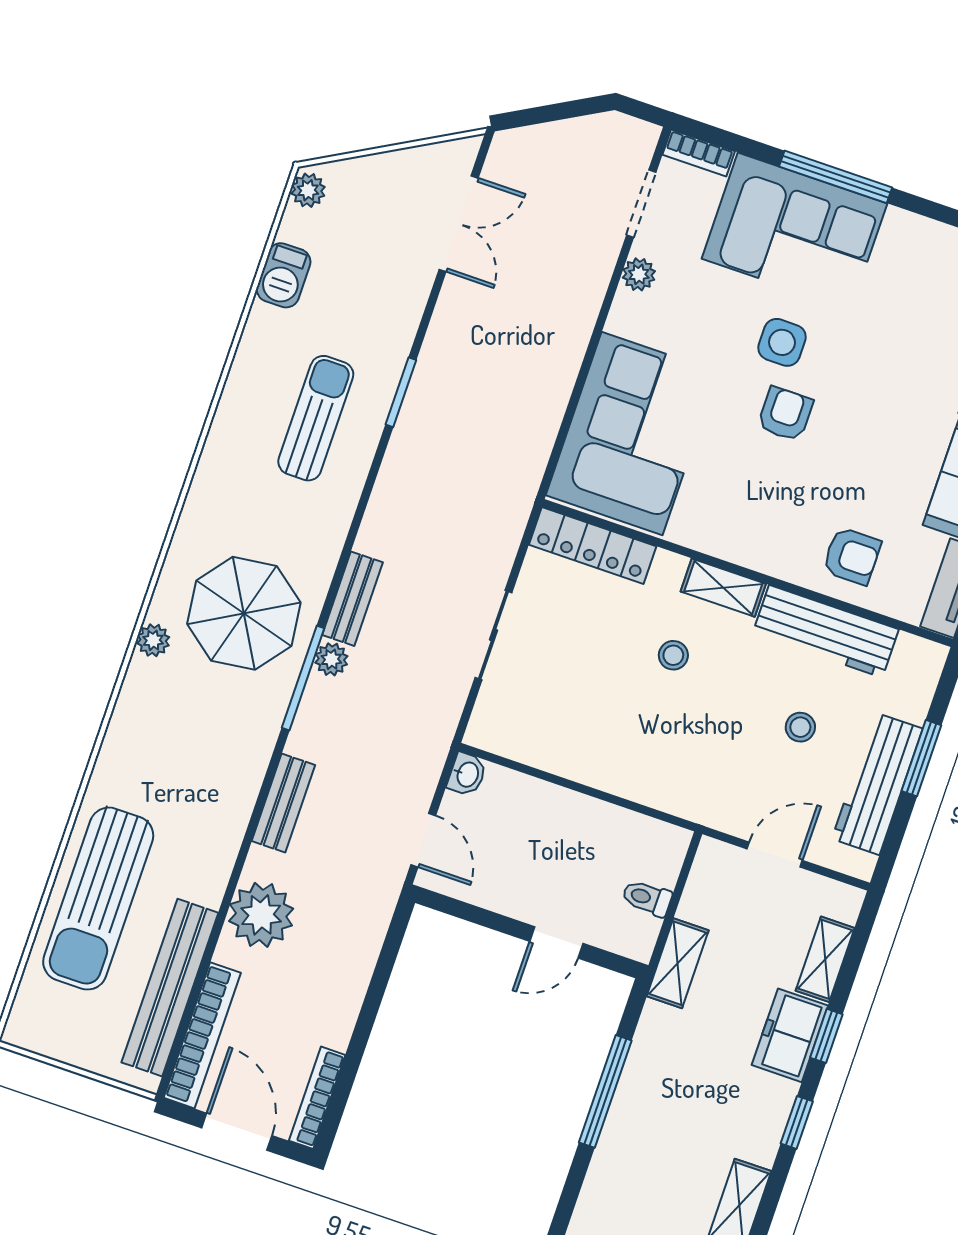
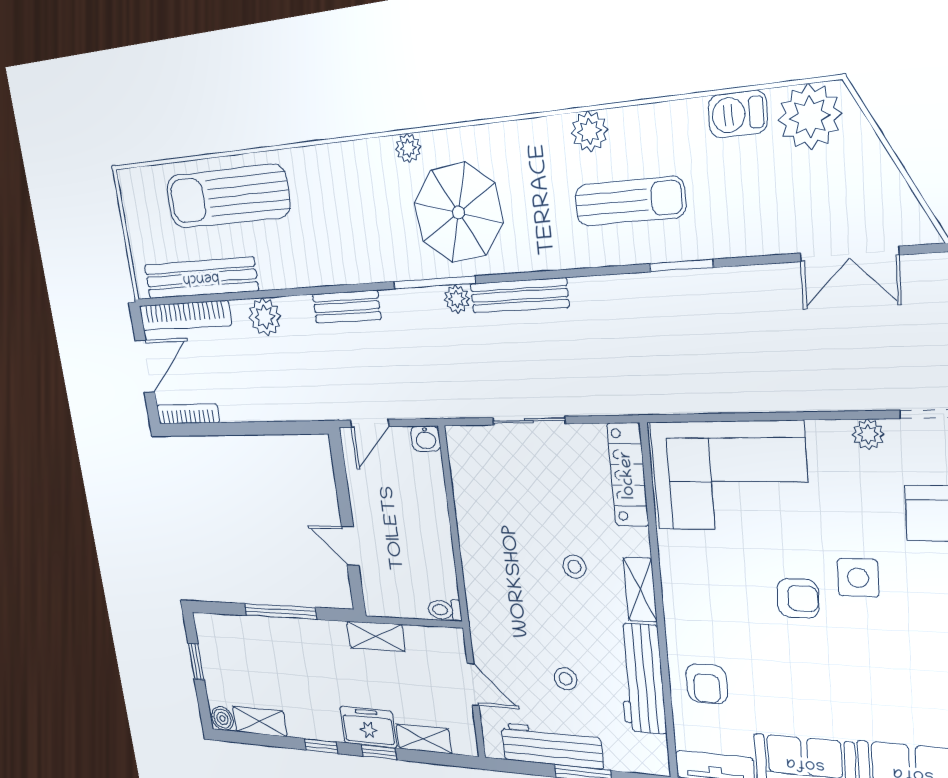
plant: (308, 190) -> (810, 117), width x1.87, depth x1.87
plant: (230, 430) -> (589, 131), added
bench: (352, 599) -> (519, 295), width x1.36
toilet: (647, 898) -> (445, 610), moved, turned -90
plant: (261, 915) -> (265, 317), width x0.73, depth x0.73

